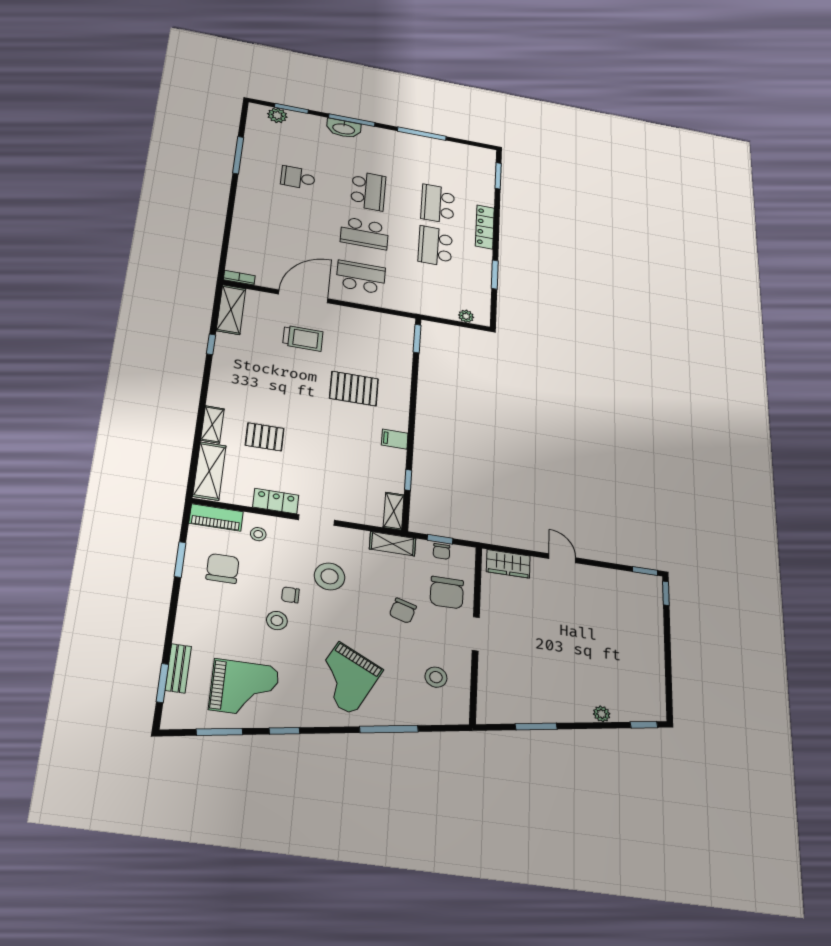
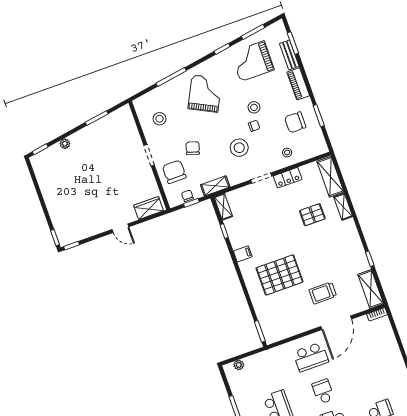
school desk: (365, 233) -> (323, 392), width x0.54
pallet: (354, 389) -> (280, 275), width x1.37, depth x1.41
piano: (216, 517) -> (298, 84), moved, turned -90
chair: (223, 568) -> (295, 122), turned 90

